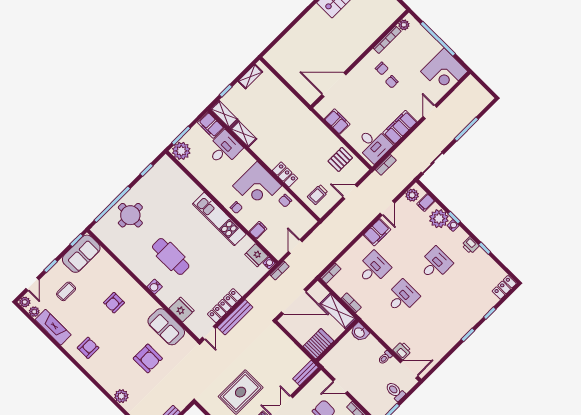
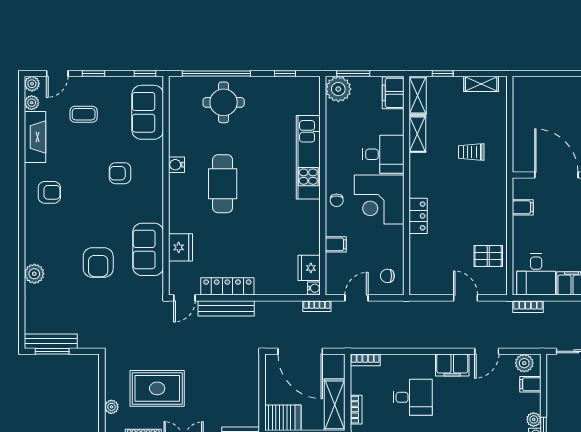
filing cabinet: (337, 122) -> (523, 207), width x0.50
desk: (224, 149) -> (383, 154), moved
trolley: (318, 195) -> (471, 152), moved
chair: (285, 201) -> (387, 276), moved
kitchen unit: (219, 219) -> (308, 157), moved
plant: (439, 219) -> (534, 419), width x0.53, depth x0.53
sofa: (81, 254) -> (148, 112), moved, turned 90
water cooler: (155, 287) -> (176, 165), moved

